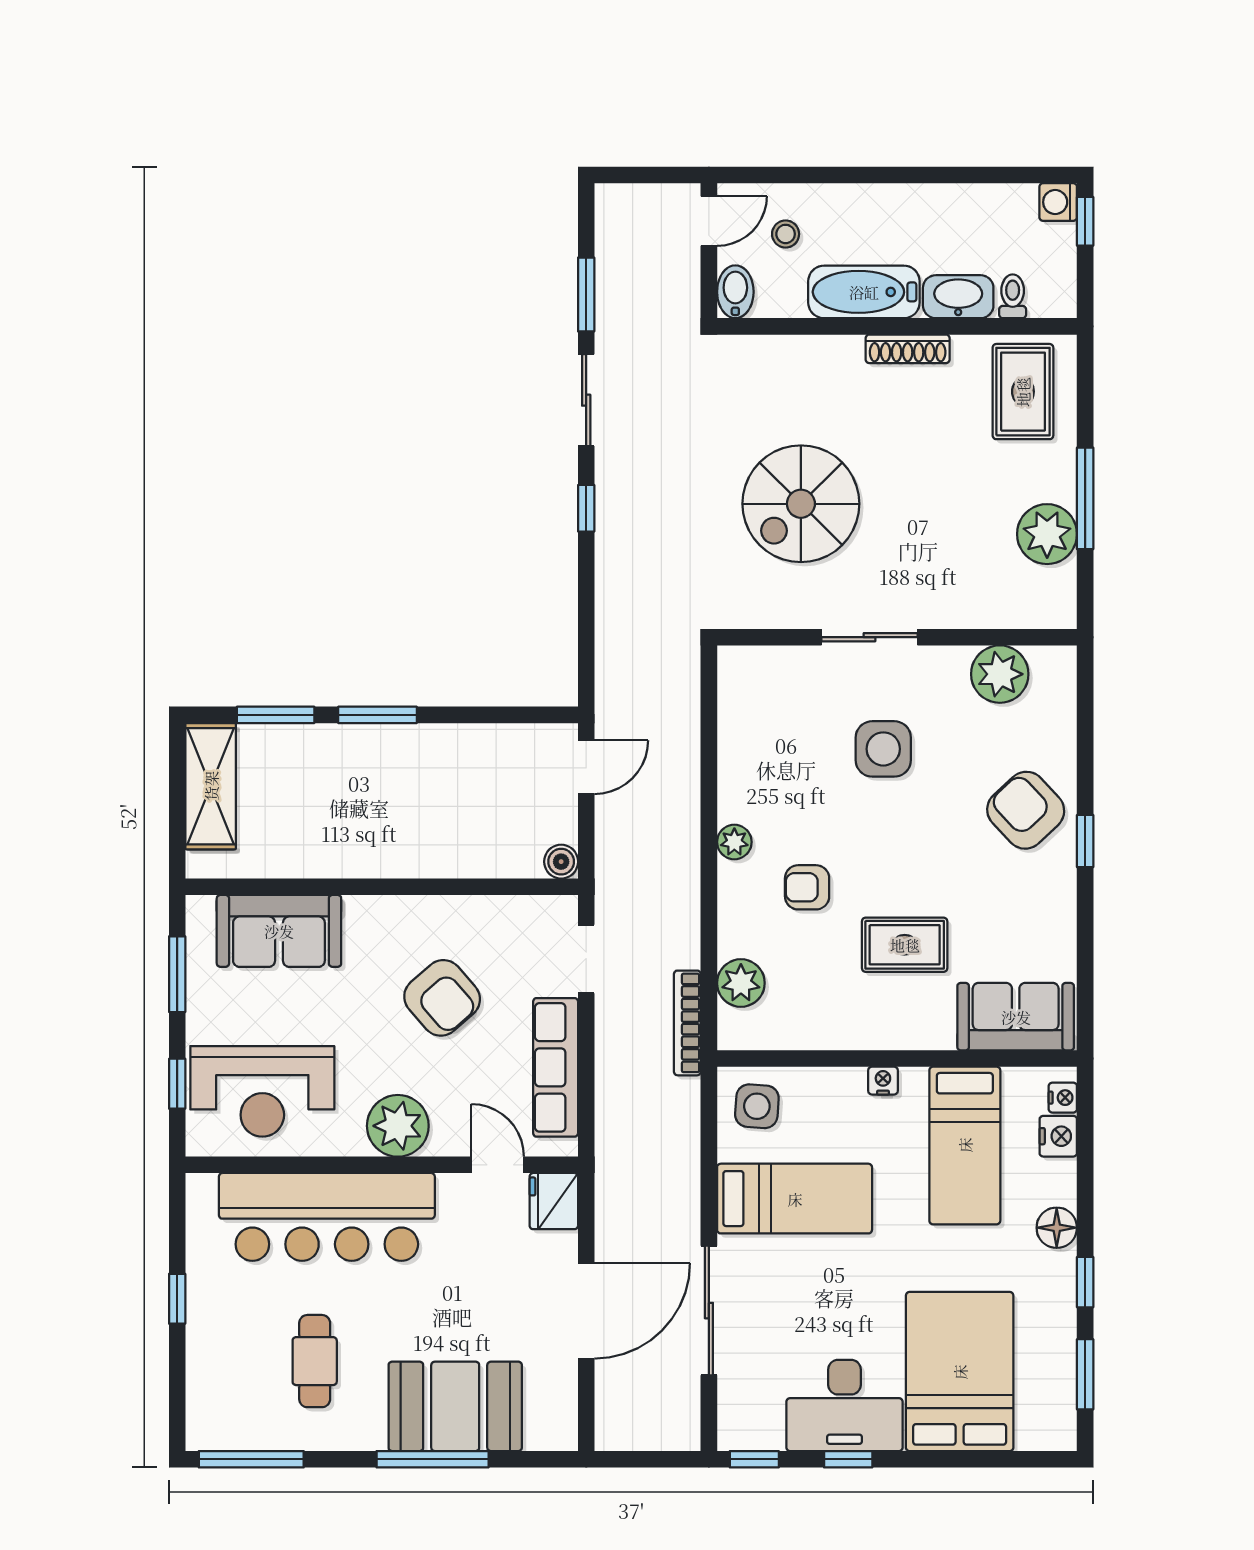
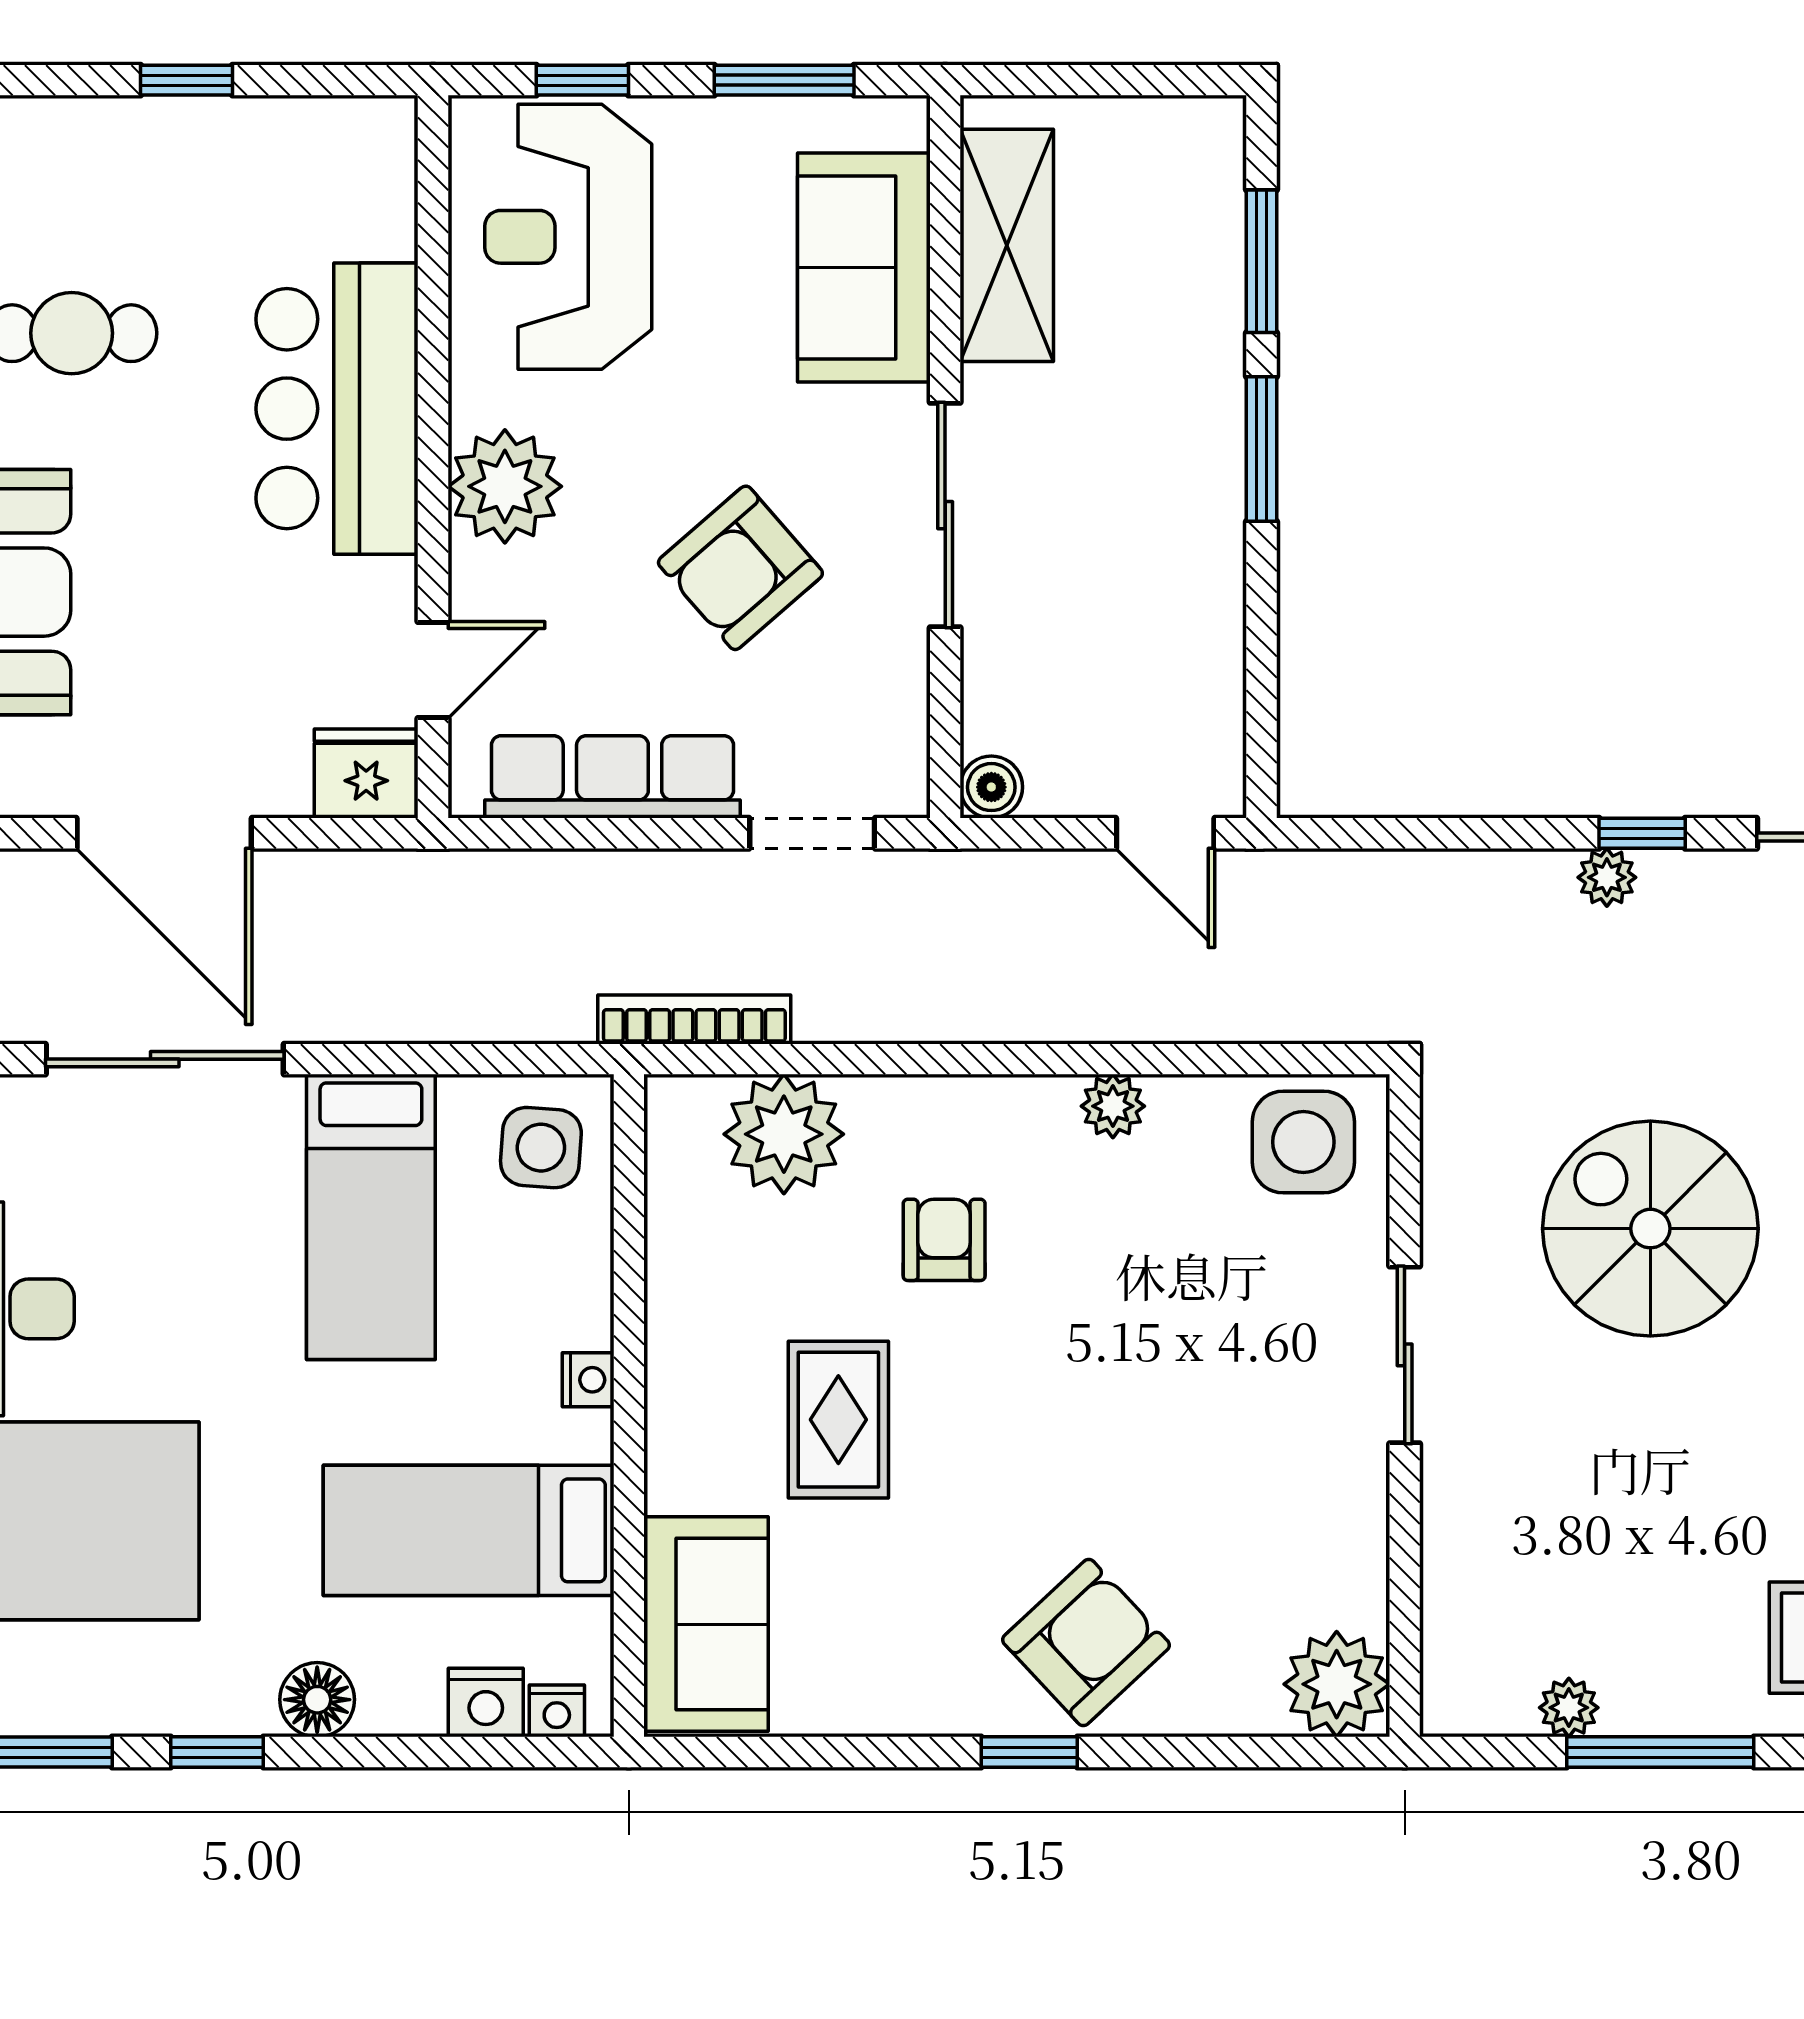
plant: (610, 527) -> (1607, 877), added
plant: (1047, 534) -> (1569, 1708), width x0.53, depth x0.53
plant: (1000, 674) -> (1337, 1684), moved
side table: (883, 749) -> (1303, 1142), moved
shelving: (211, 786) -> (1007, 245), moved, turned 90
plant: (734, 842) -> (1113, 1106), moved
sliding door: (413, 887) -> (945, 515), added
plant: (741, 983) -> (784, 1134), width x1.36, depth x1.36
bar counter: (327, 1217) -> (337, 409), width x0.73

